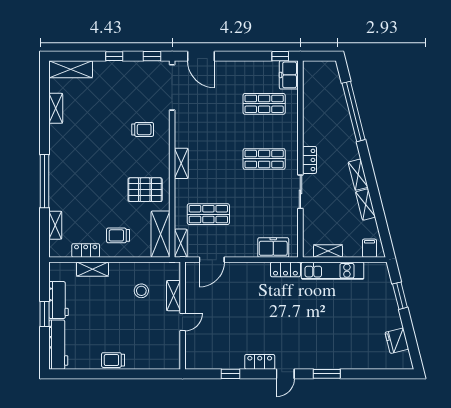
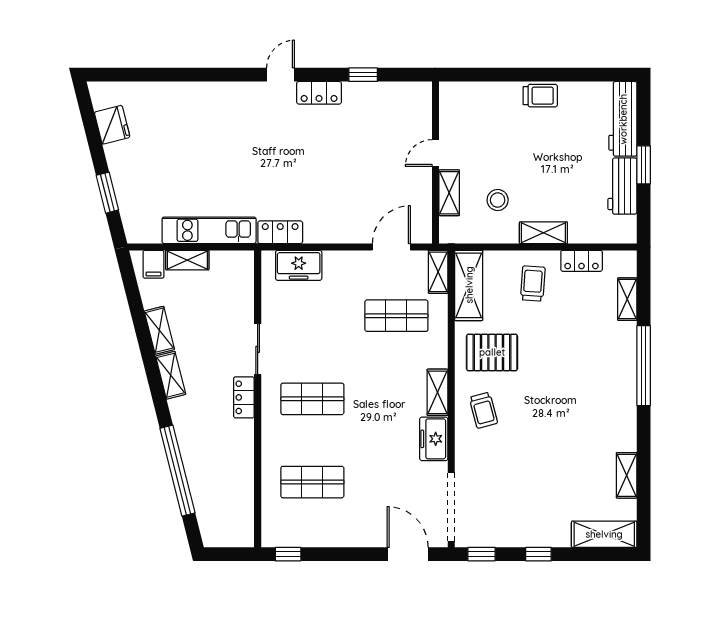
freezer: (289, 75) -> (434, 439), moved, turned 180
trolley: (143, 129) -> (483, 410), moved, turned -105
trolley: (118, 235) -> (533, 284), turned -86
shelving: (328, 251) -> (187, 260), moved
shelving: (92, 269) -> (543, 233), moved
window: (327, 374) -> (218, 75), removed

